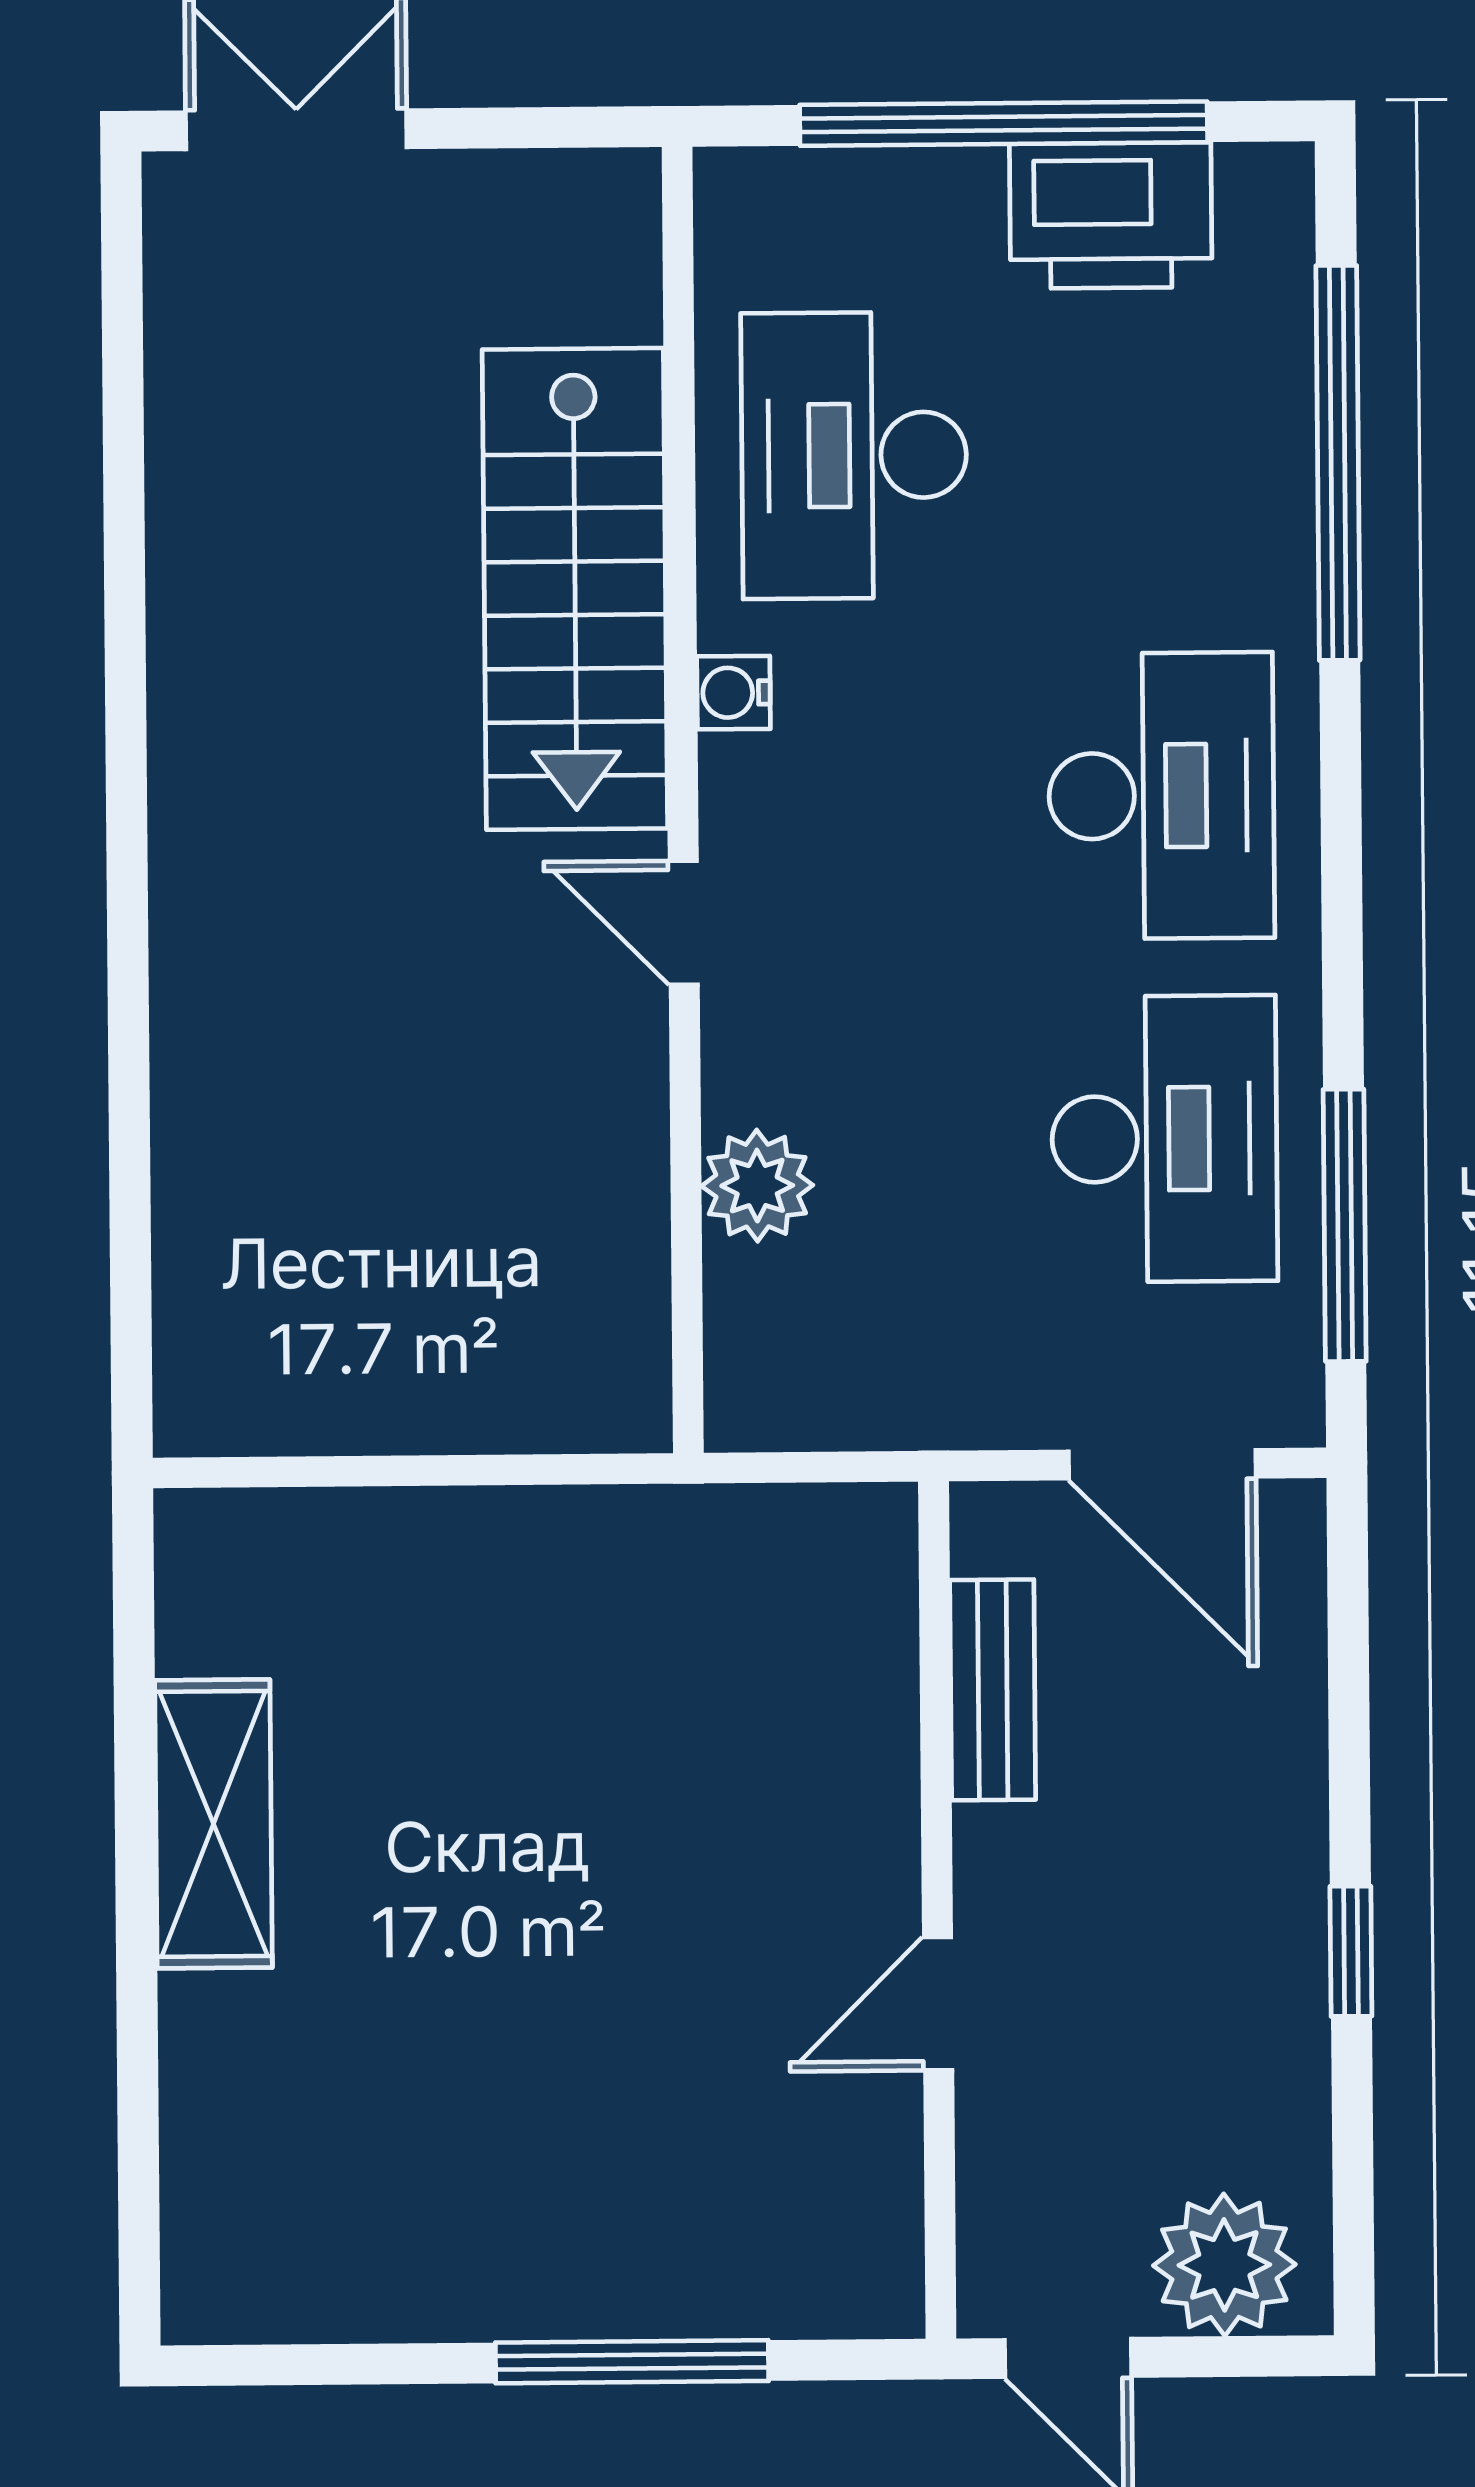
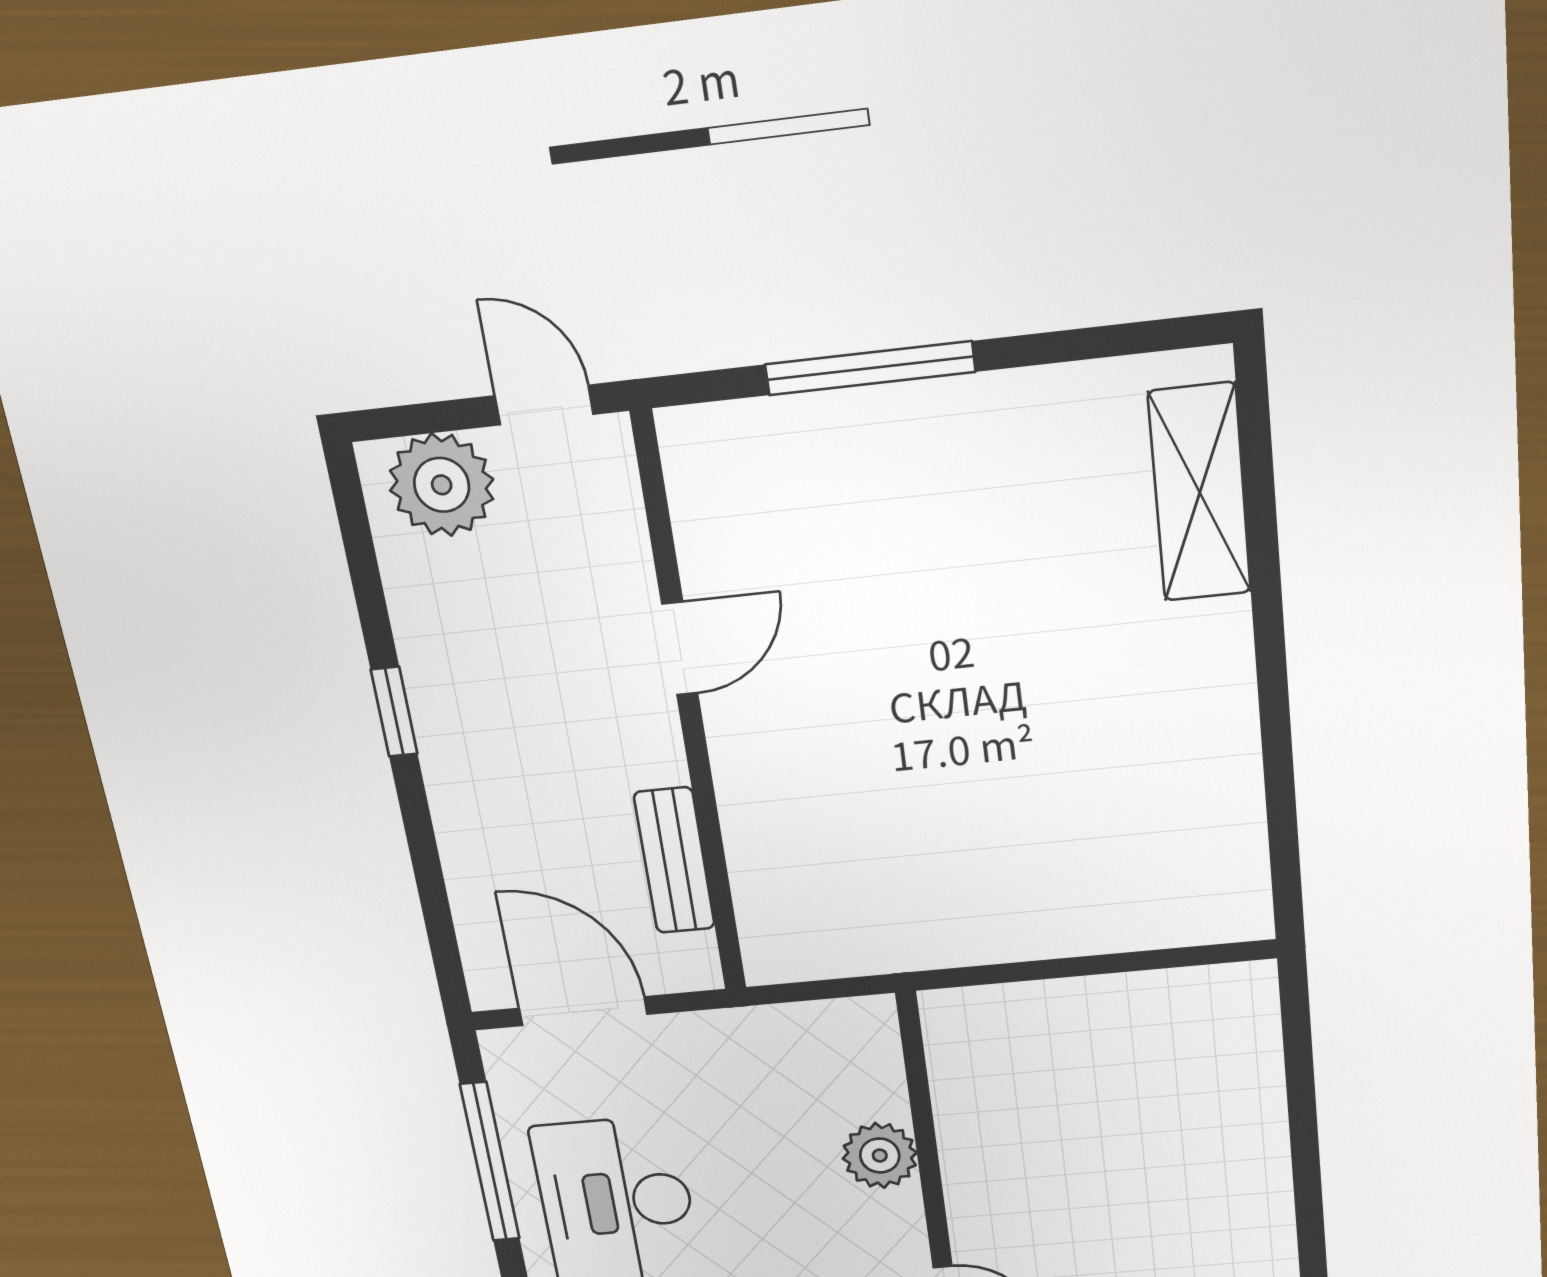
shelving: (213, 1824) -> (1200, 493), moved

